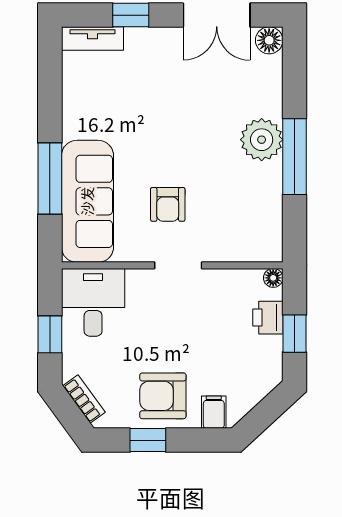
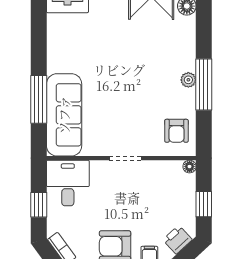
plant: (262, 140) -> (188, 80), width x0.53, depth x0.53
armchair: (168, 204) -> (176, 131), moved
printer: (268, 318) -> (178, 240), moved, turned 47

